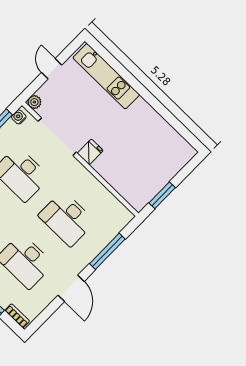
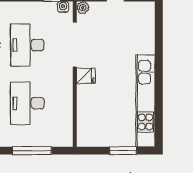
kitchen unit: (106, 76) -> (145, 101), moved, width x1.36
window: (162, 195) -> (123, 151), moved

